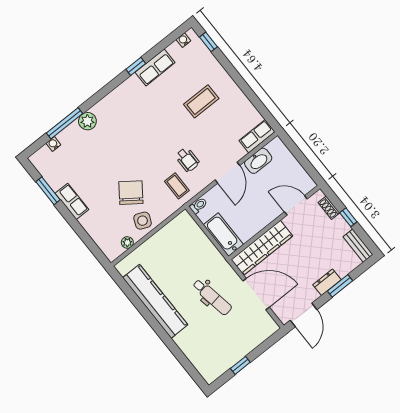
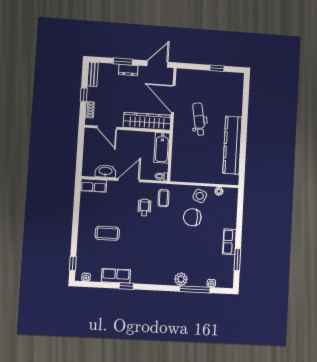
chair: (131, 193) -> (192, 217), turned 55

